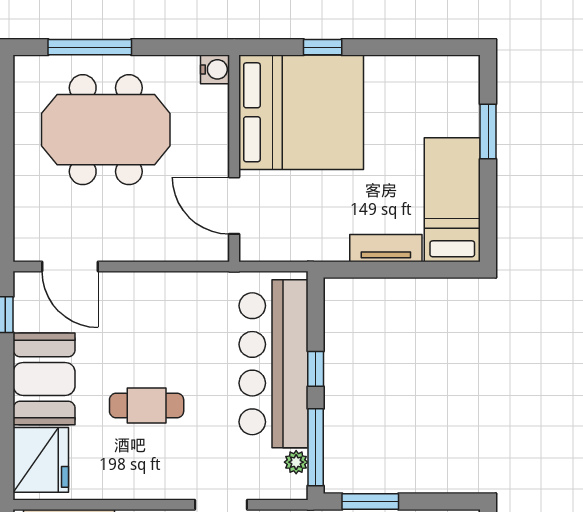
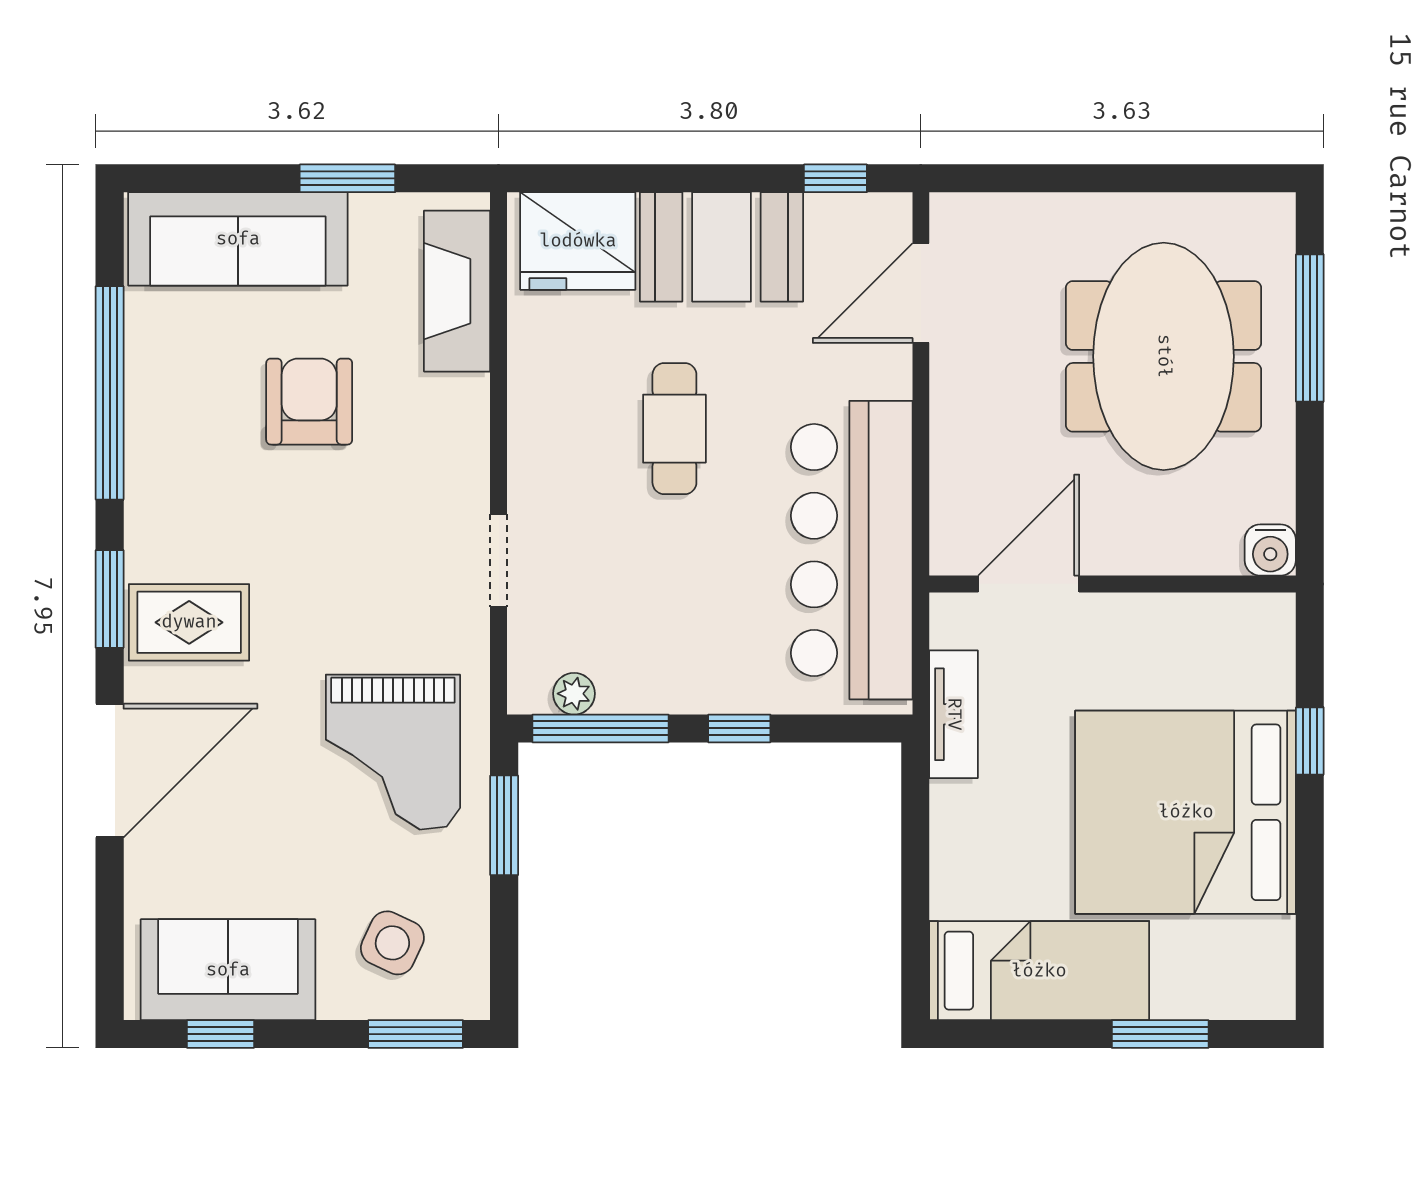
bed: (301, 112) -> (1186, 812), moved, turned 90
tv unit: (386, 248) -> (954, 714), moved
bar counter: (274, 364) -> (852, 550), moved, turned -90

